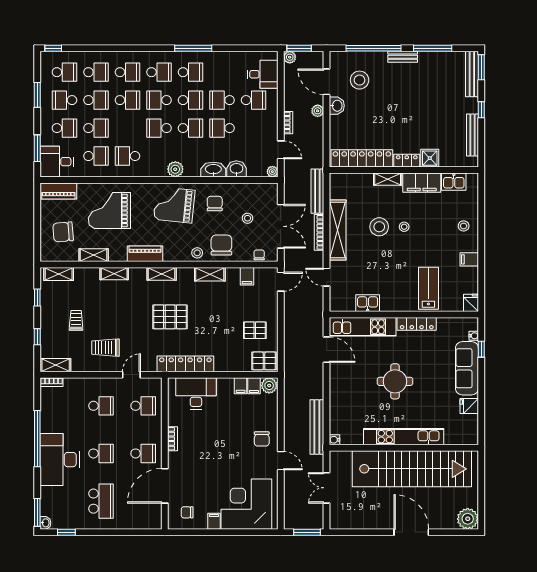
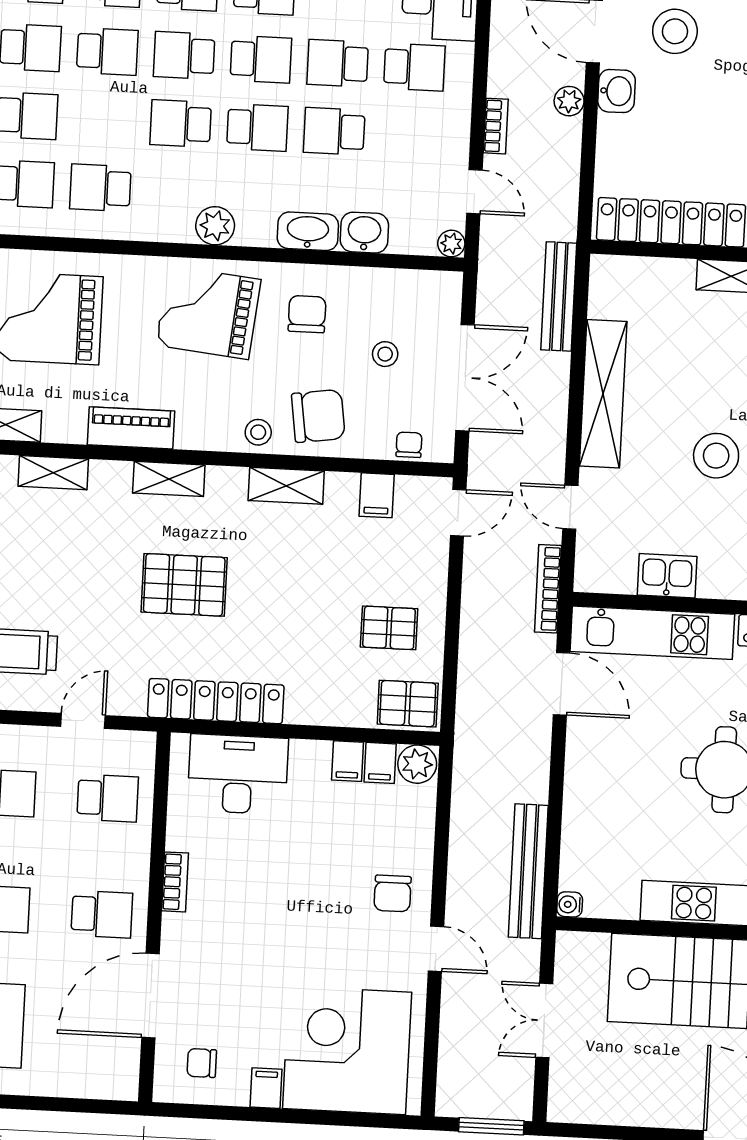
stool: (379, 227) -> (716, 456), moved
bookcase: (319, 232) -> (548, 589), moved
chair: (221, 245) -> (318, 416), turned 82

